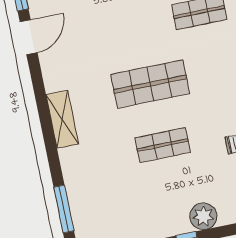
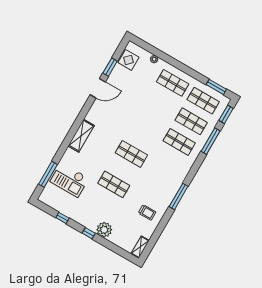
shop shelf: (150, 84) -> (131, 154), width x0.70, depth x0.74
checkout: (99, 191) -> (69, 180), added

